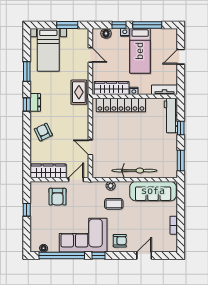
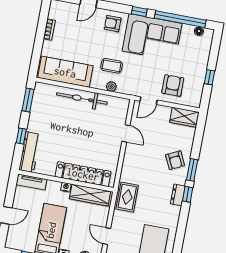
window: (27, 72) -> (192, 170), moved
wardrobe: (48, 171) -> (184, 117), width x0.67

